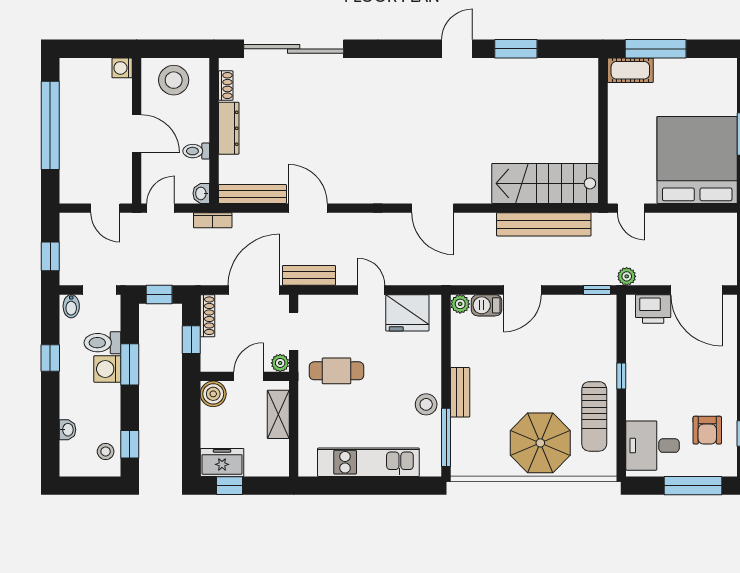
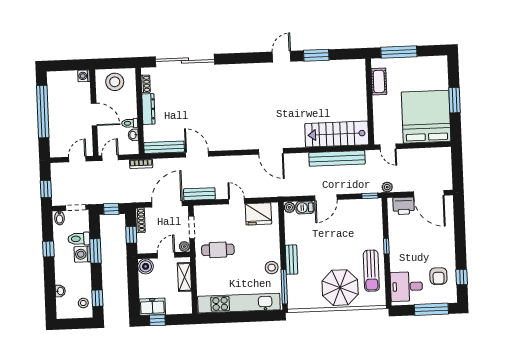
cot: (630, 70) -> (379, 81), moved, turned 90
washbasin: (201, 193) -> (133, 135), moved
door: (105, 208) -> (77, 159), swing flipped
kitchen unit: (368, 462) -> (239, 303), width x1.36

